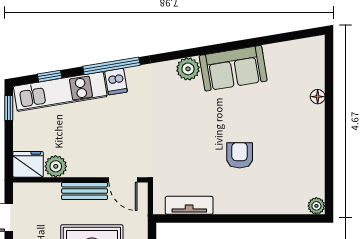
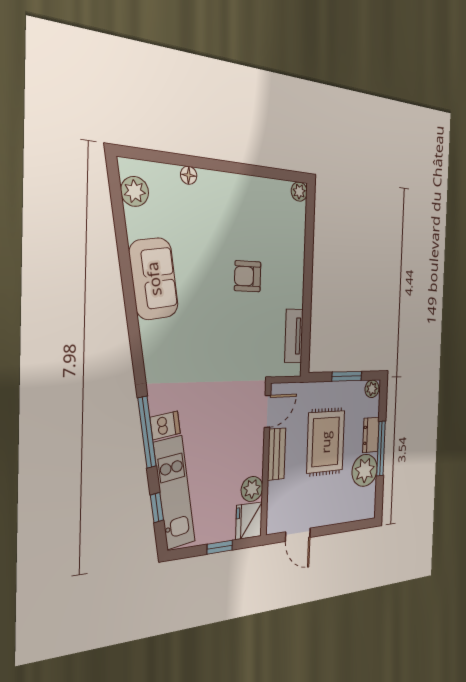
plant: (188, 69) -> (135, 191), moved
window: (9, 108) -> (220, 547), moved

